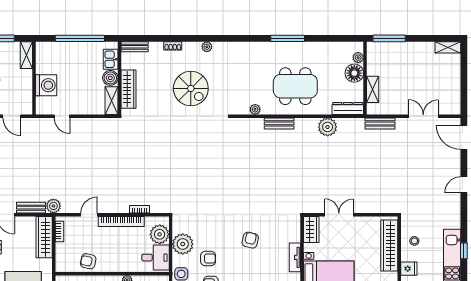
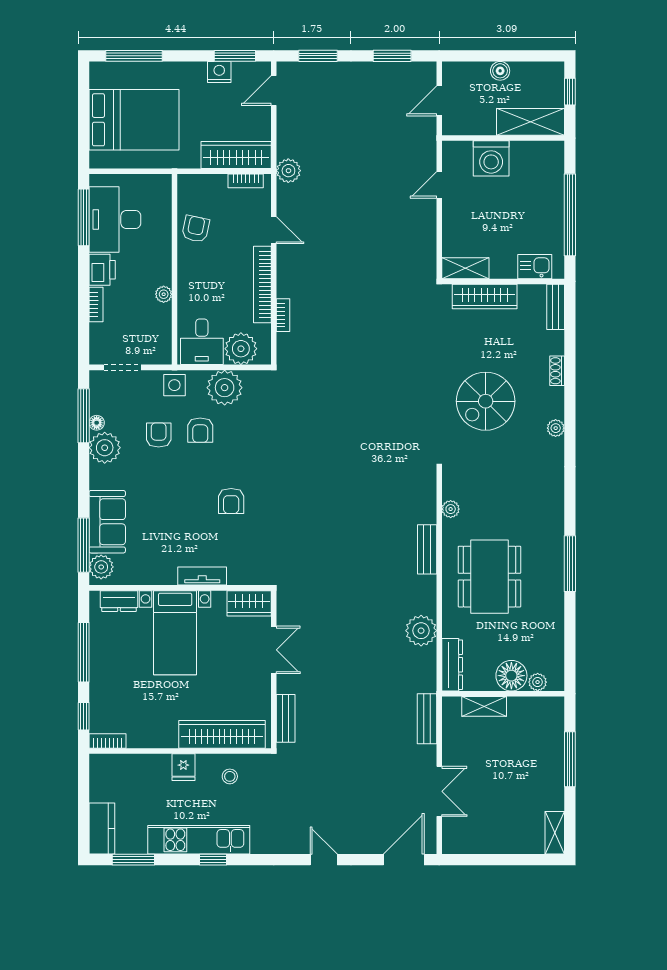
window: (389, 38) -> (570, 759), moved
shelving: (26, 55) -> (530, 122), width x1.50, depth x1.33
boiler: (110, 78) -> (503, 266), removed
bench: (31, 208) -> (286, 718), moved
armchair: (250, 240) -> (231, 501), turned 77

